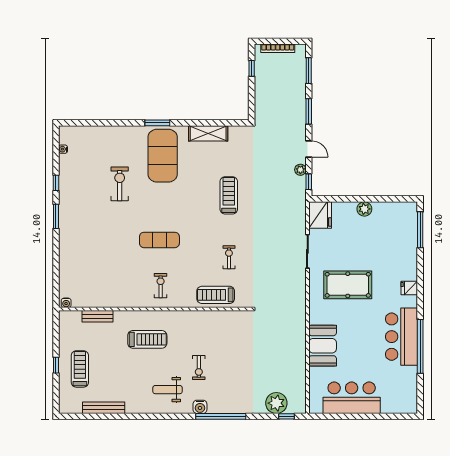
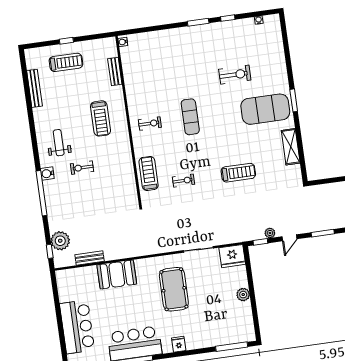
bench: (300, 373) -> (90, 258), added
bar counter: (352, 398) -> (77, 327), moved

